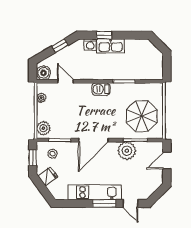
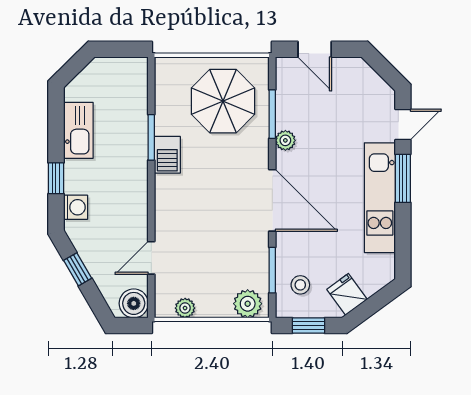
kitchen sink: (111, 46) -> (78, 130), moved
barbecue: (101, 89) -> (167, 155), moved
plant: (127, 151) -> (285, 140), width x0.53, depth x0.53

